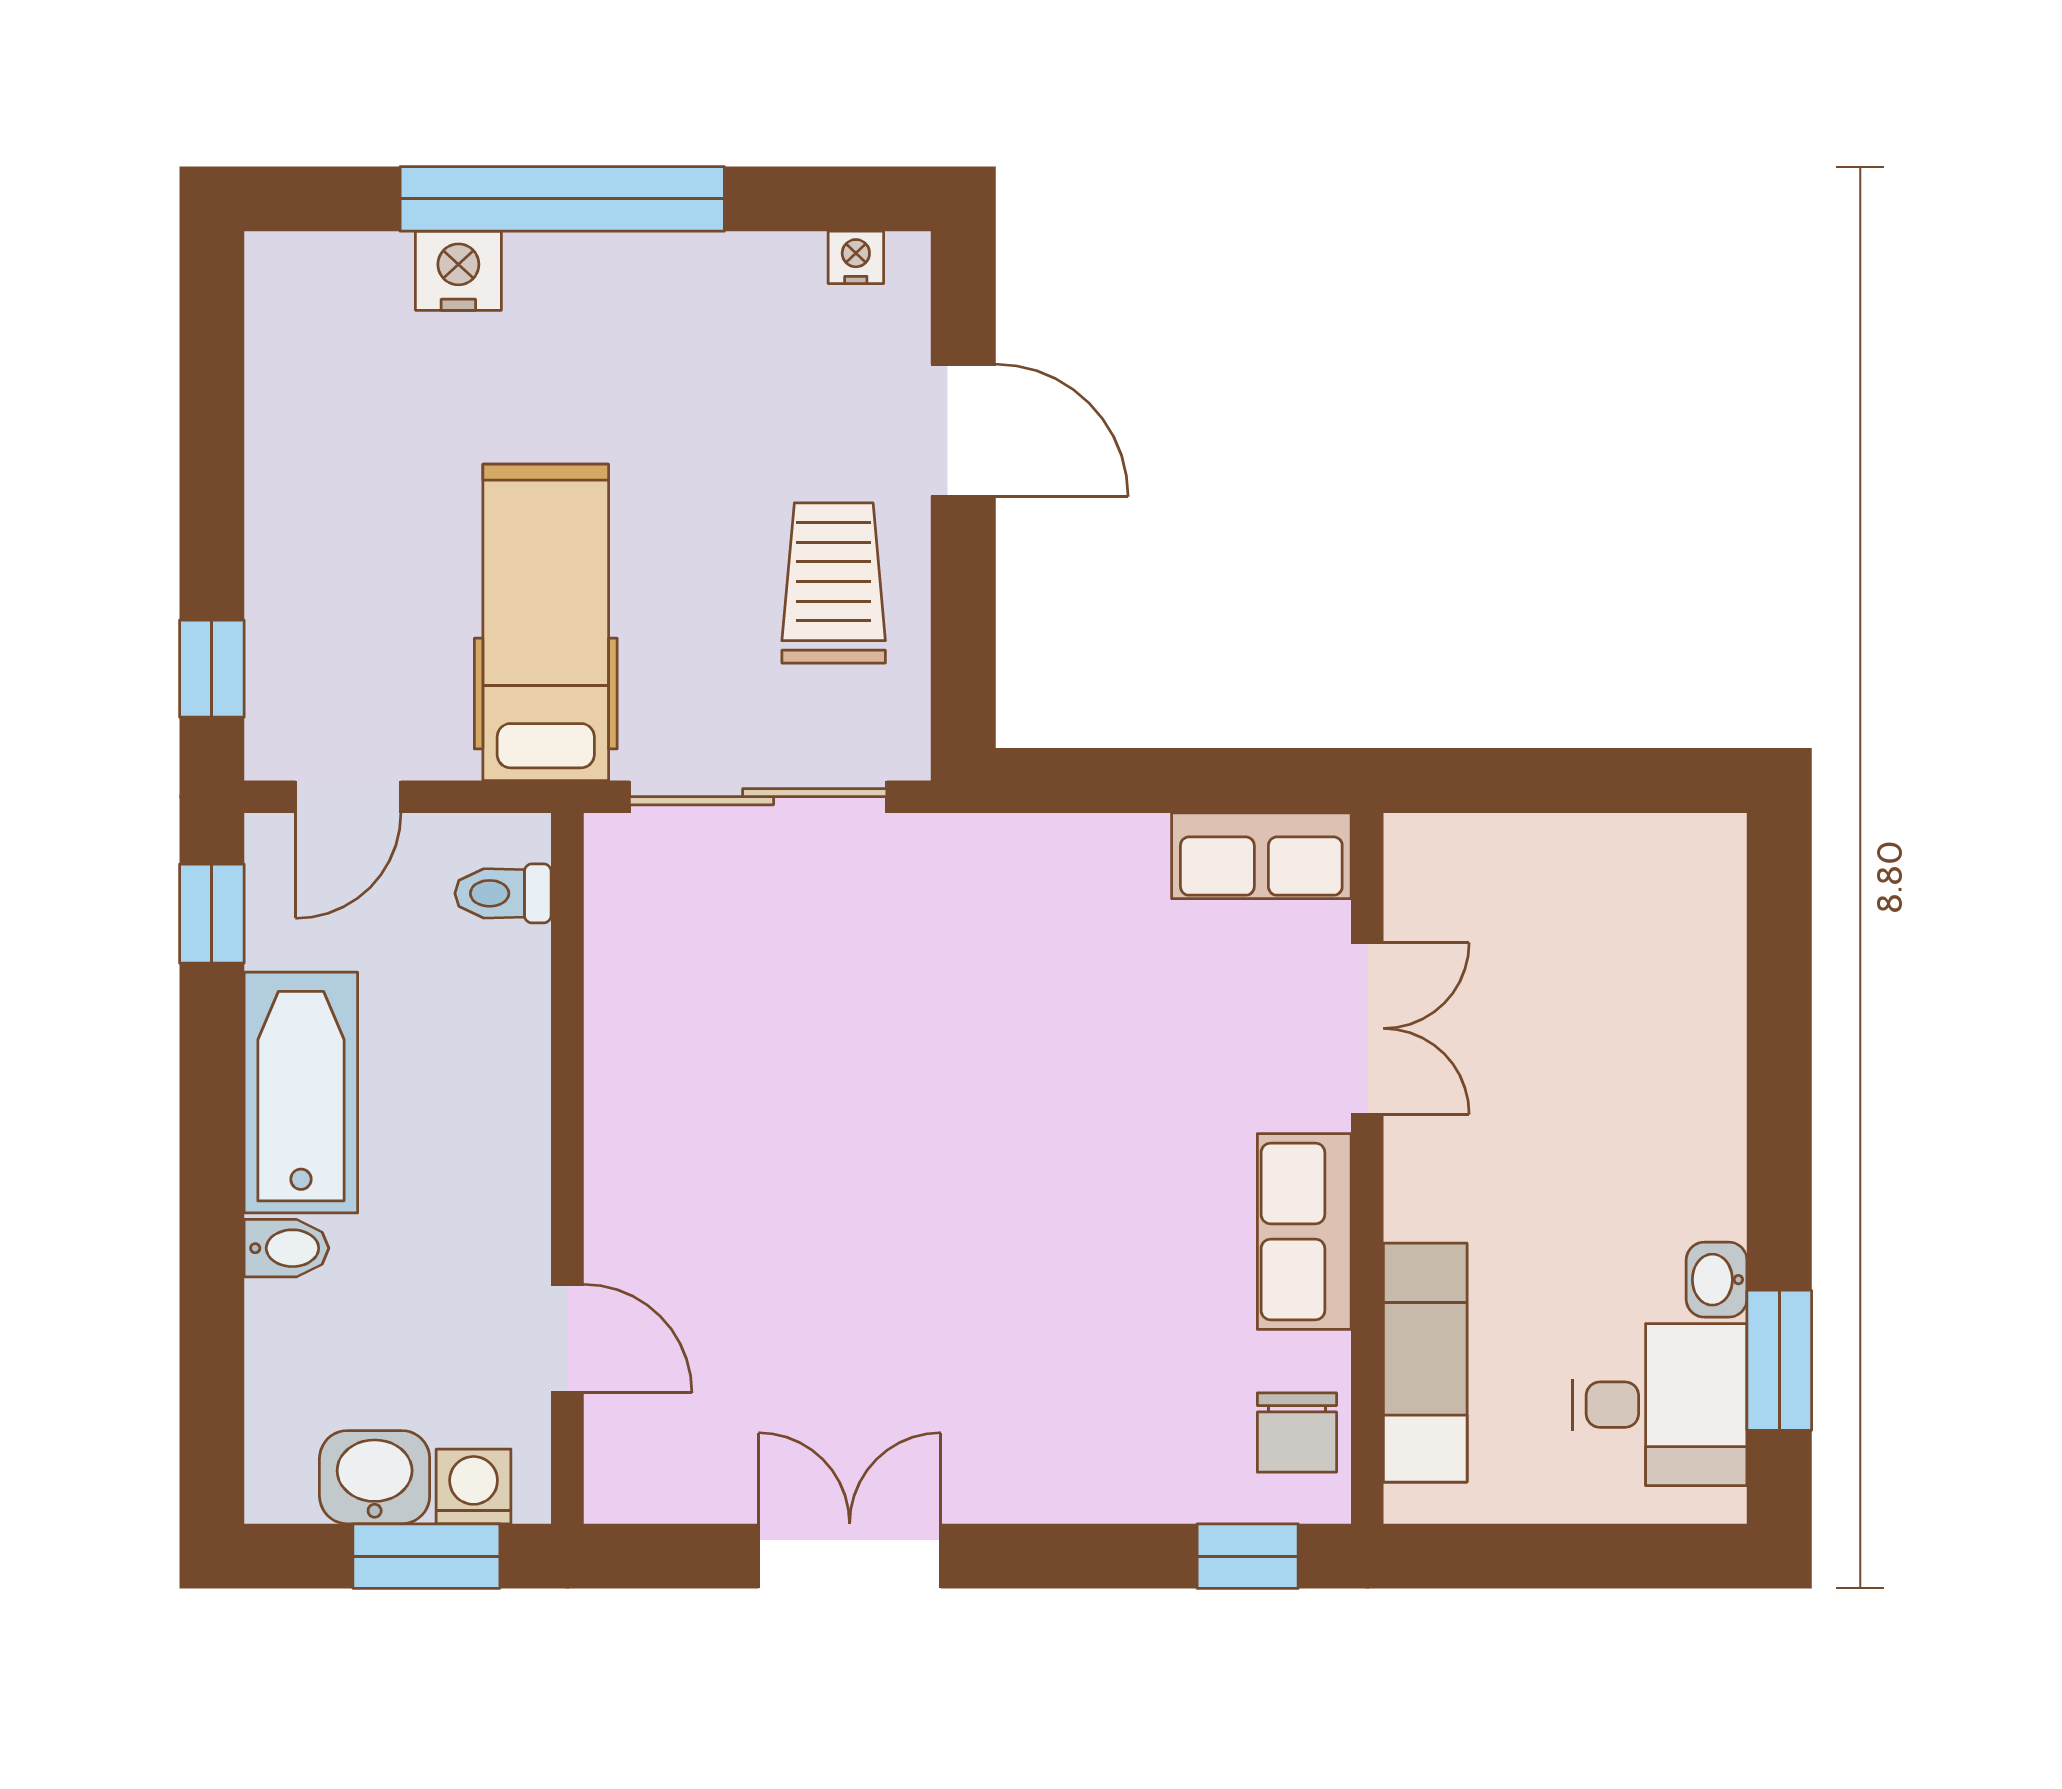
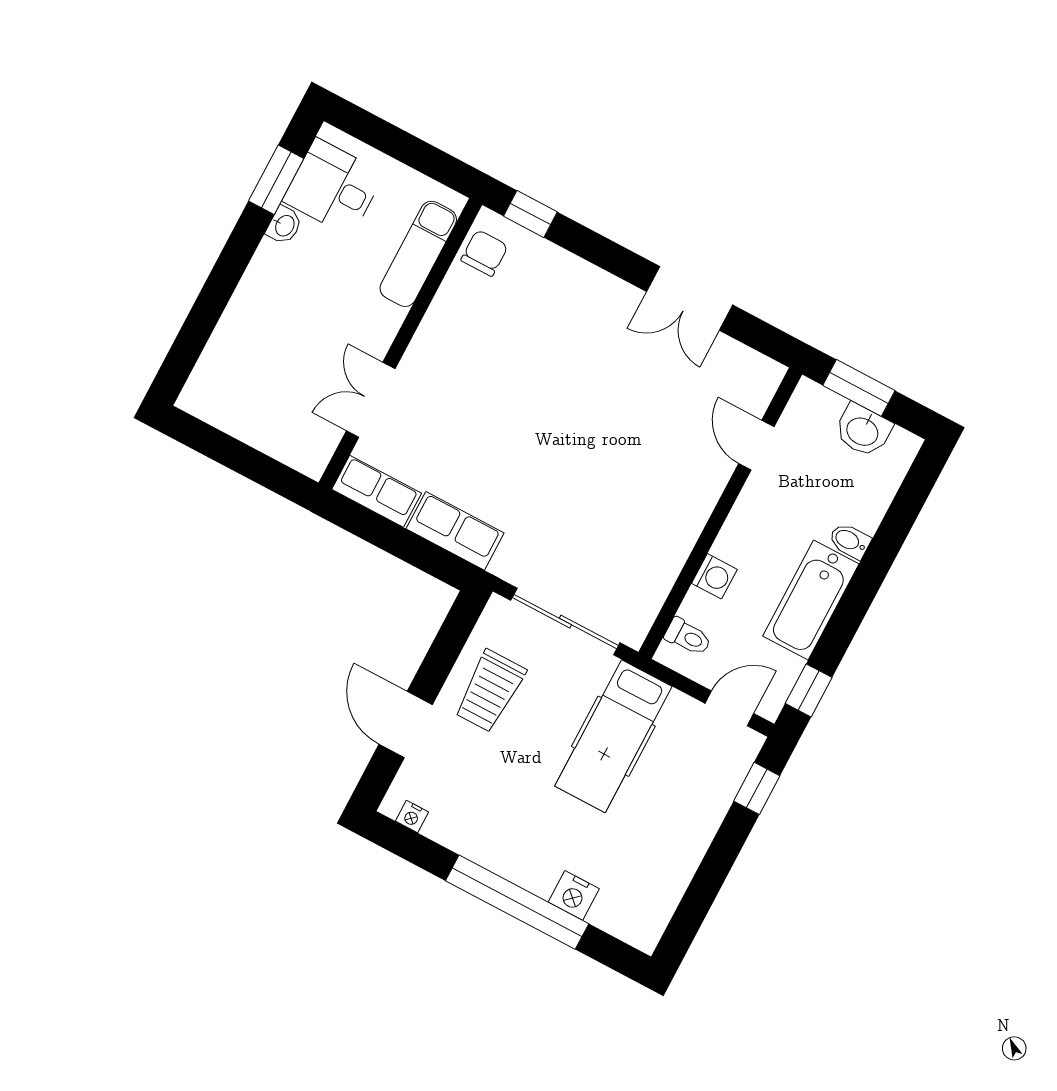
row of seats: (1304, 1231) -> (455, 531), moved, turned -90
washing machine: (474, 1486) -> (714, 576), moved, turned -90

